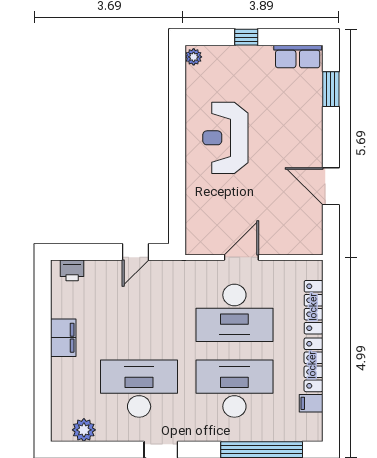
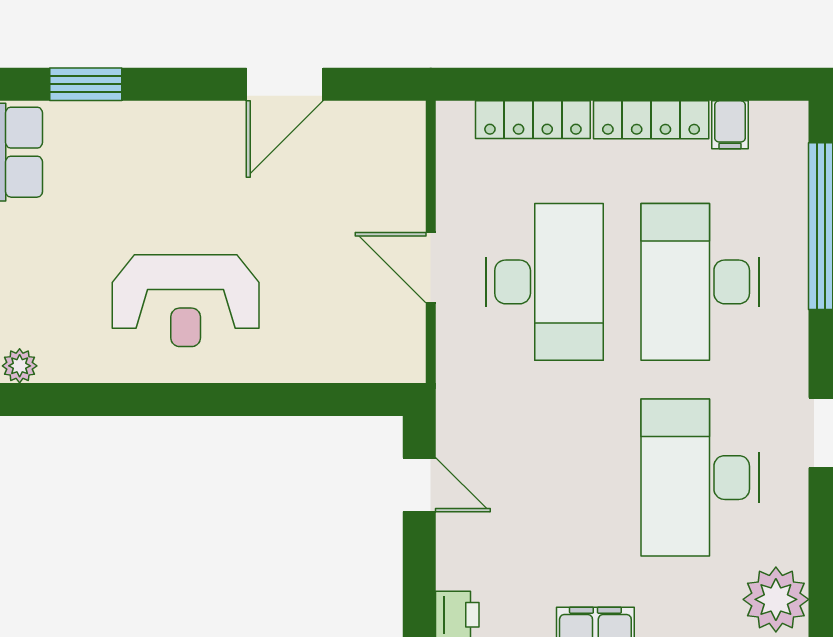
plant: (84, 430) -> (776, 599), width x1.36, depth x1.36

